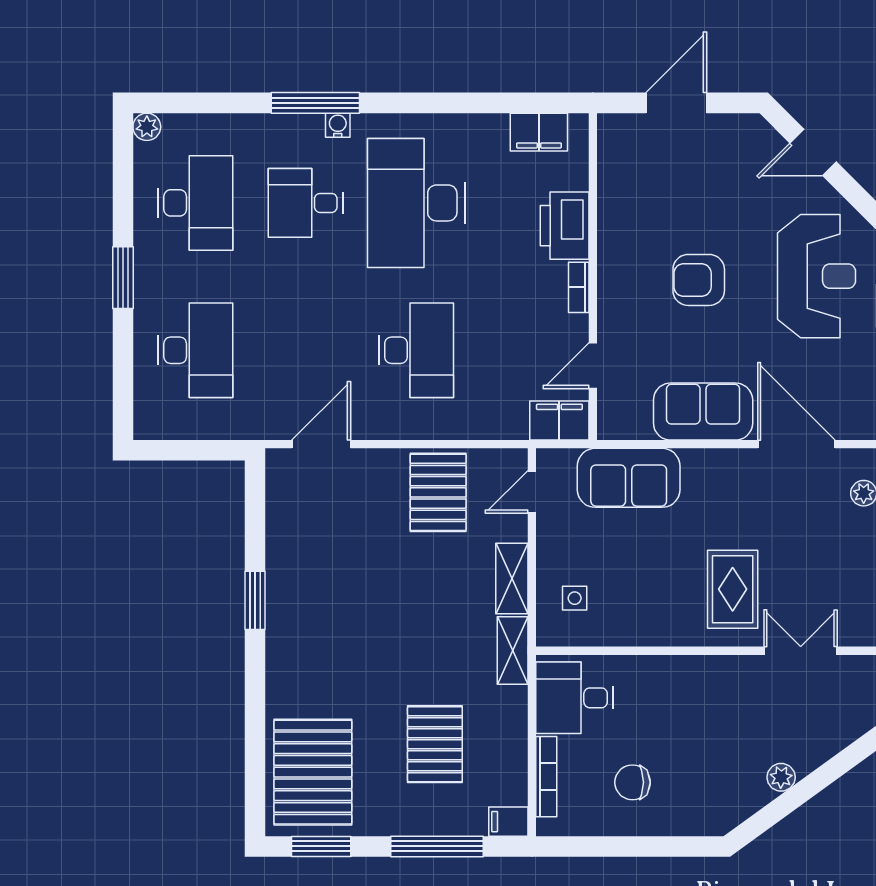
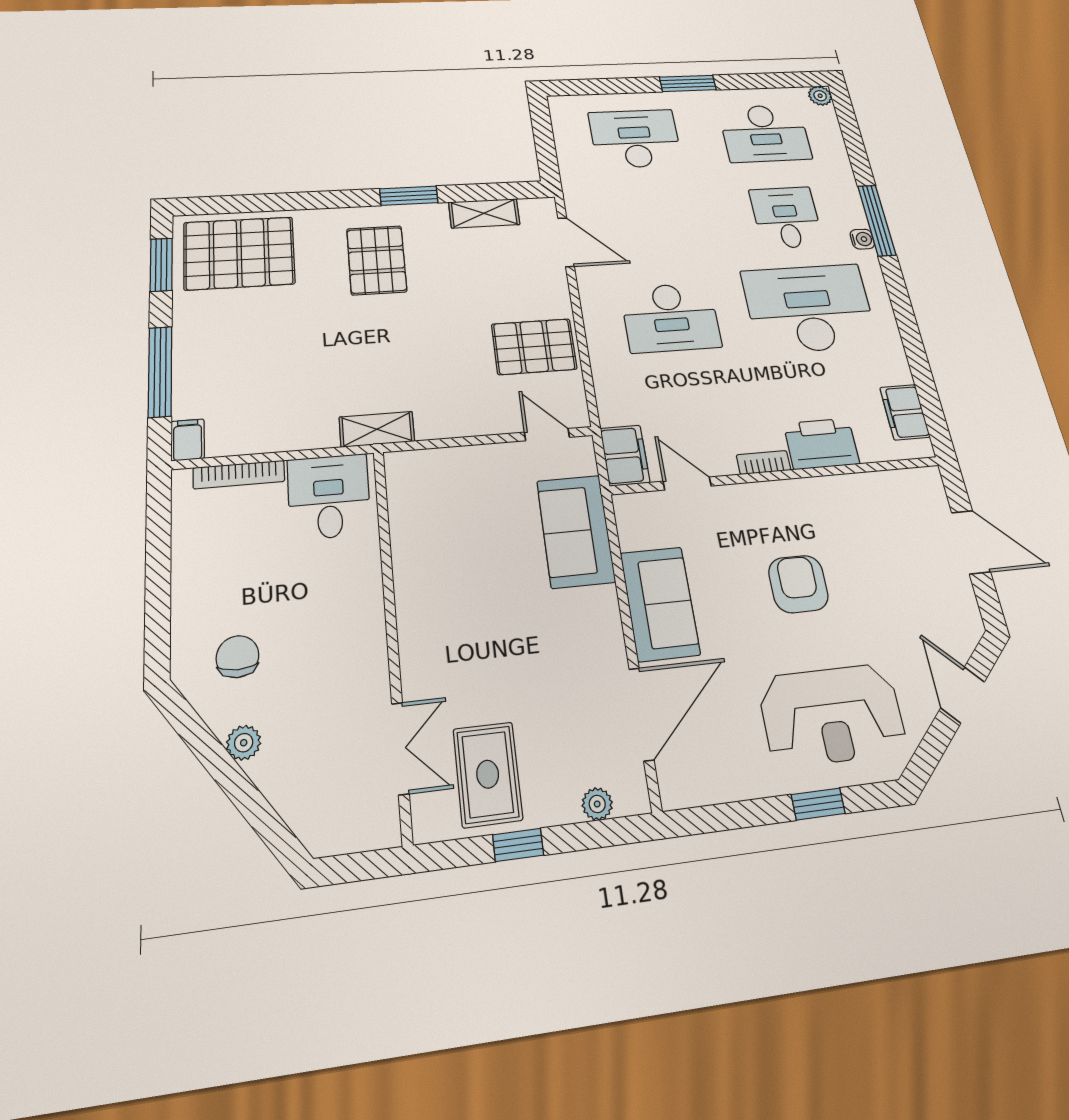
desk: (195, 350) -> (635, 139), turned 180
shelving: (512, 578) -> (484, 213), moved
rug: (733, 589) -> (488, 774), moved, turned 90
side table: (575, 598) -> (439, 487), removed
pallet: (435, 744) -> (377, 260), moved, turned 90
chair: (632, 782) -> (237, 657), moved

